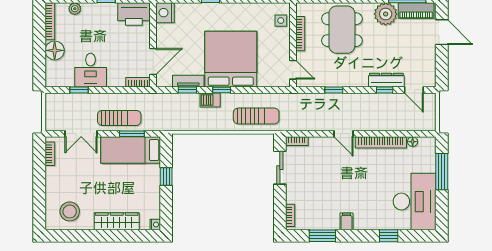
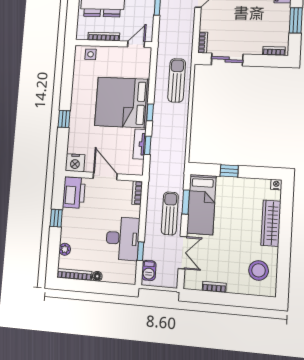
floor lamp: (55, 50) -> (97, 276), width x0.53, depth x0.53
door: (153, 61) -> (105, 176), moved
desk: (91, 70) -> (123, 238), width x1.37
barbecue: (210, 100) -> (149, 270), moved
bookcase: (50, 154) -> (214, 287), moved

